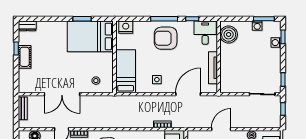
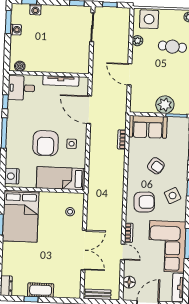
boiler: (229, 35) -> (20, 66), width x0.54, depth x0.54
armchair: (166, 38) -> (46, 143), moved

